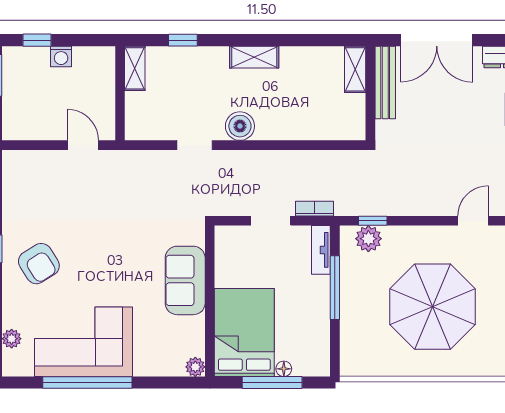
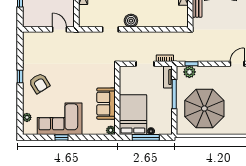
sofa: (185, 280) -> (106, 104), moved
parasol: (432, 307) -> (204, 108), moved
window: (87, 383) -> (62, 137), width x0.32

